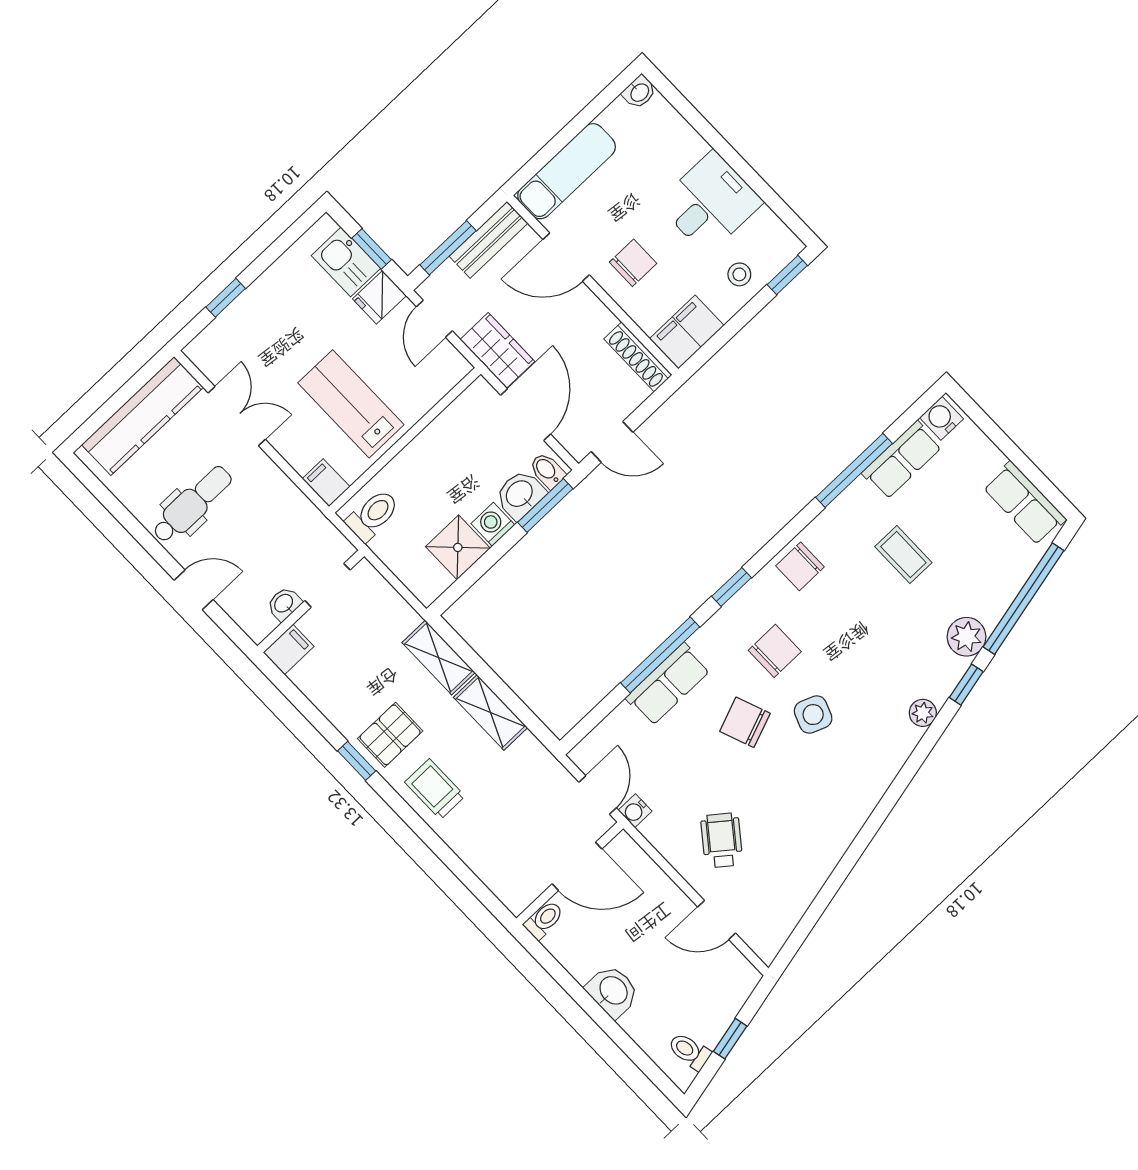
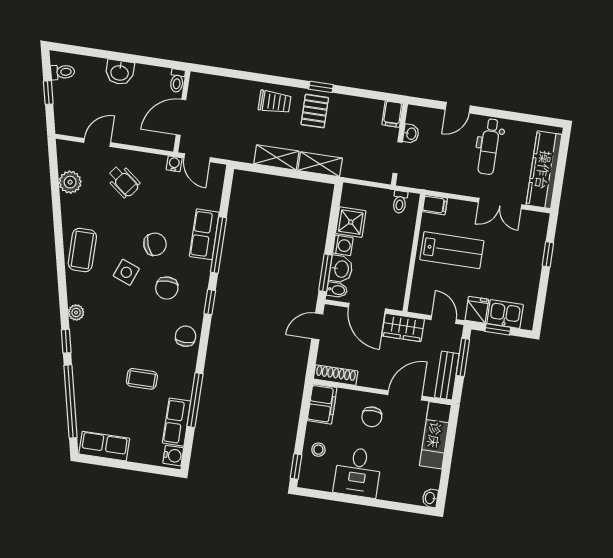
toilet: (373, 515) -> (400, 202), width x0.73, depth x0.72
plant: (967, 637) -> (70, 182), moved
coffee table: (849, 791) -> (82, 250), added

